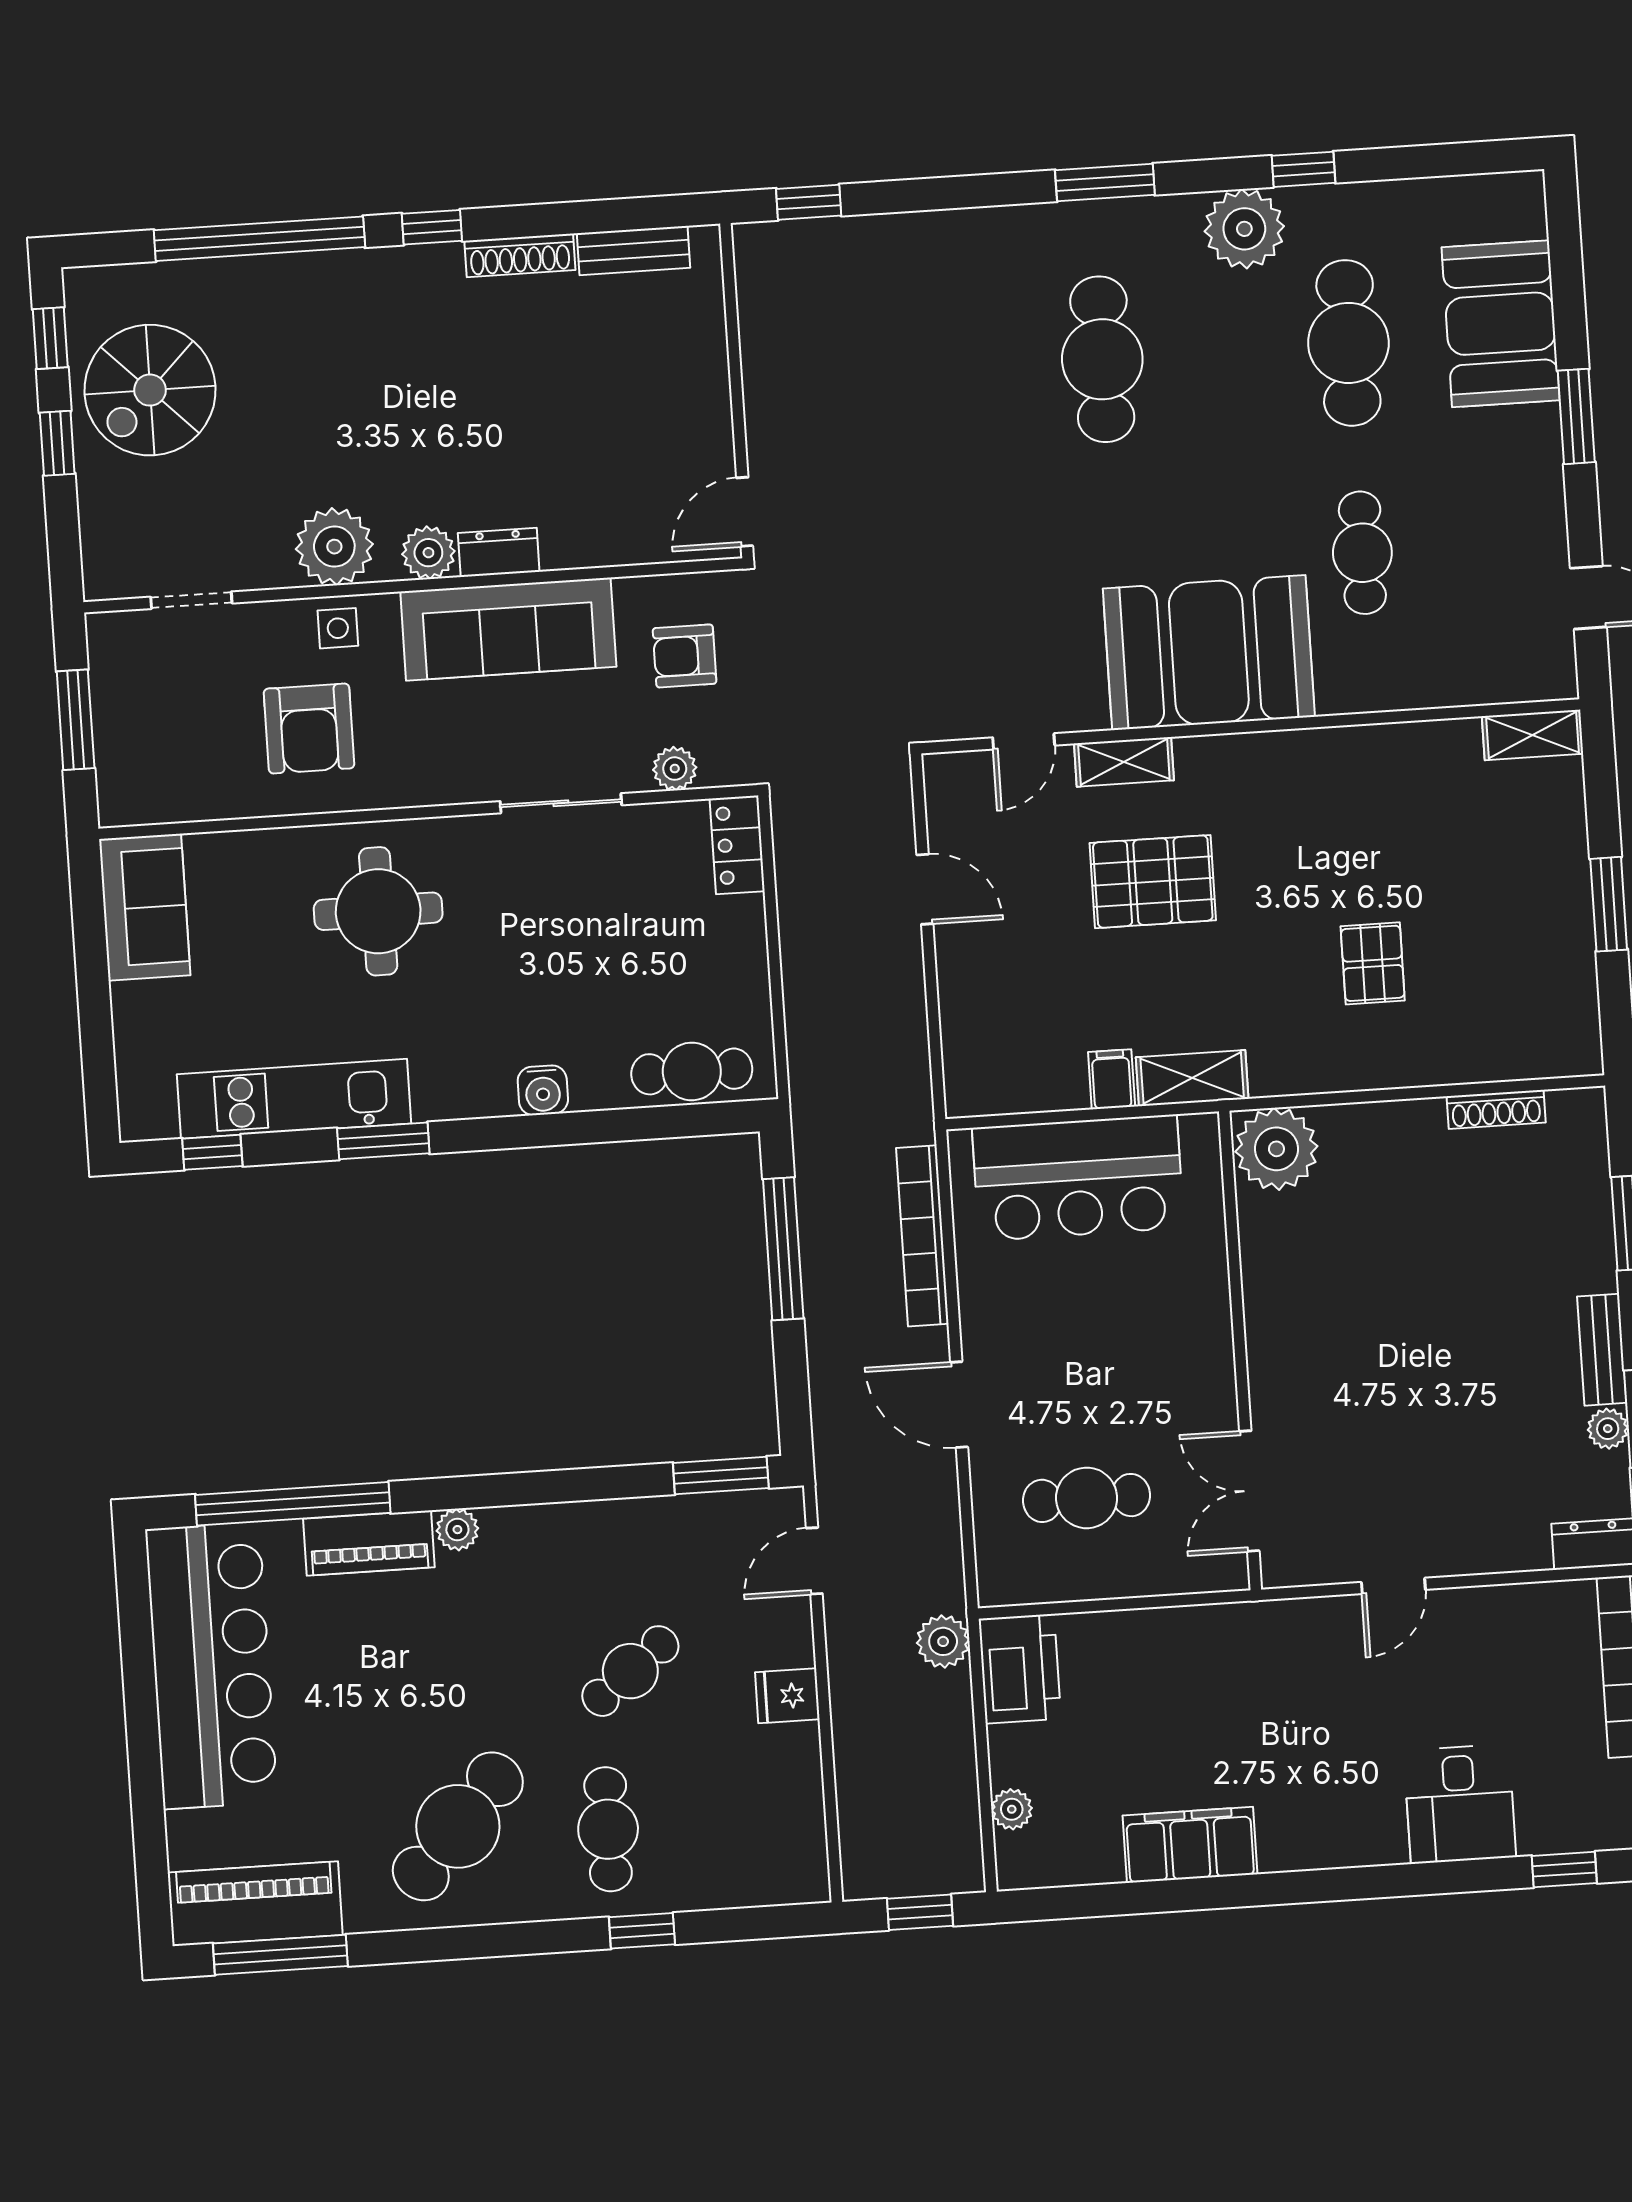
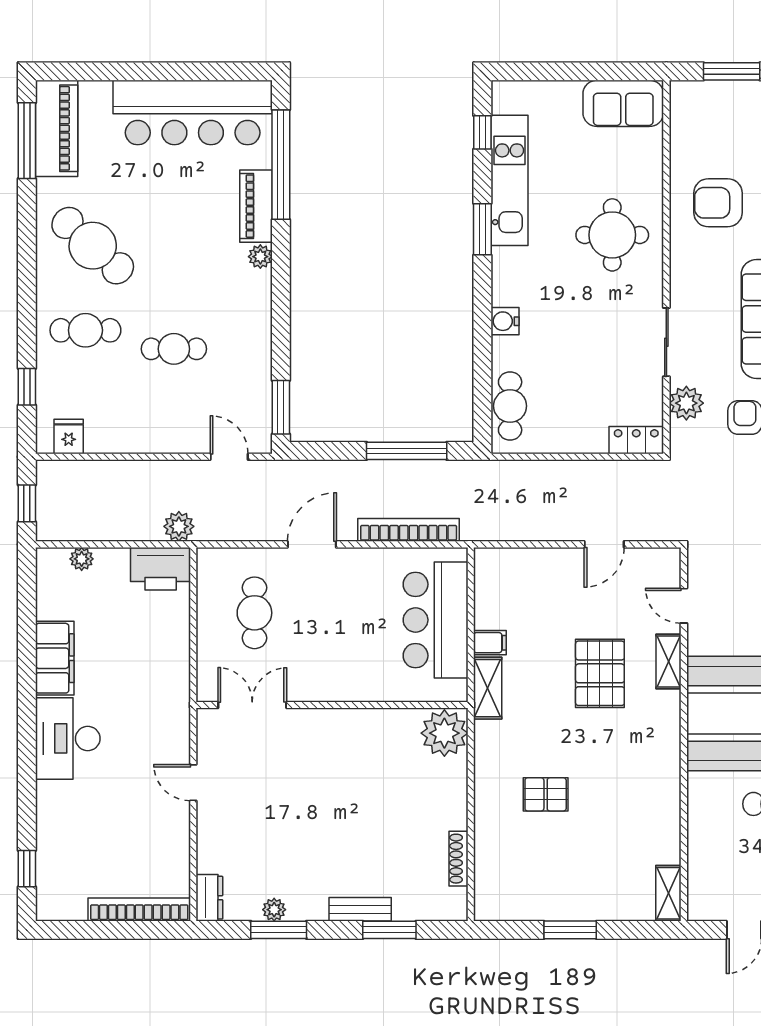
plant: (675, 769) -> (686, 403), width x1.38, depth x1.38
bench: (1602, 1350) -> (360, 909), moved
cafe table: (630, 1671) -> (174, 349), turned -52
fridge: (787, 1696) -> (69, 437), moved
desk: (1460, 1804) -> (68, 738), moved, width x1.37
window: (642, 1931) -> (27, 387), moved

